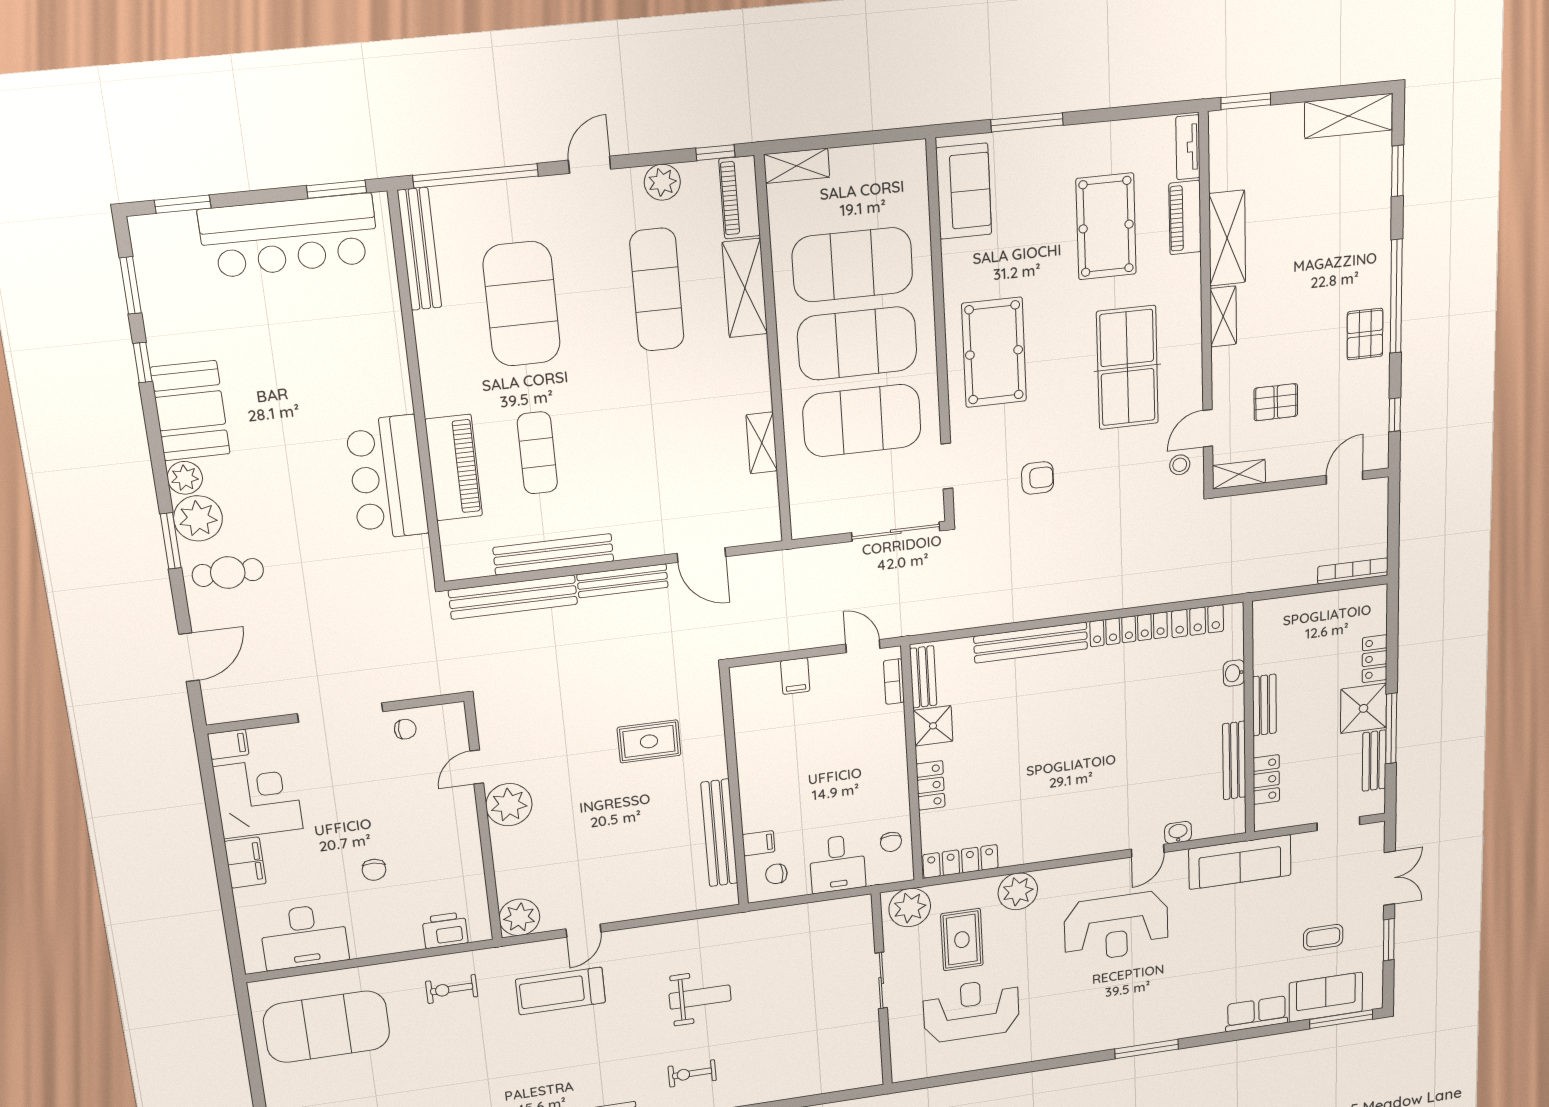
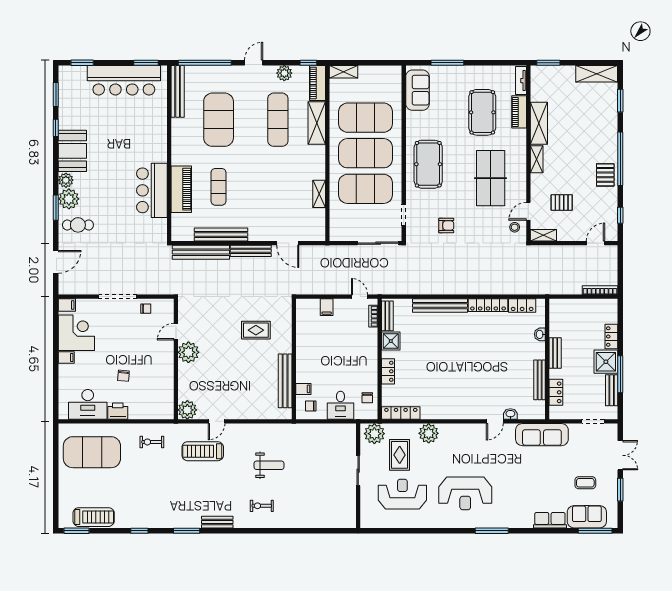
filing cabinet: (245, 863) -> (66, 358), width x0.50
reception desk: (1116, 927) -> (465, 493), moved
printer: (445, 930) -> (118, 411), moved

